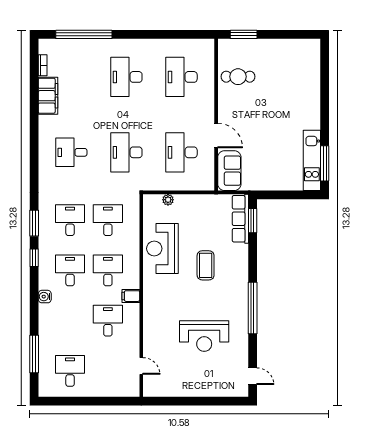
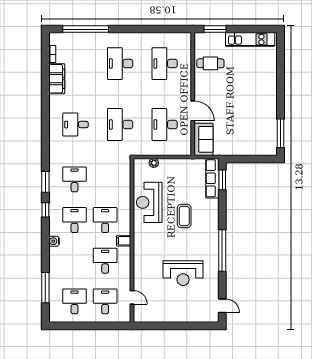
kitchen unit: (312, 160) -> (250, 39), moved, turned -90
desk: (108, 220) -> (105, 301), moved

